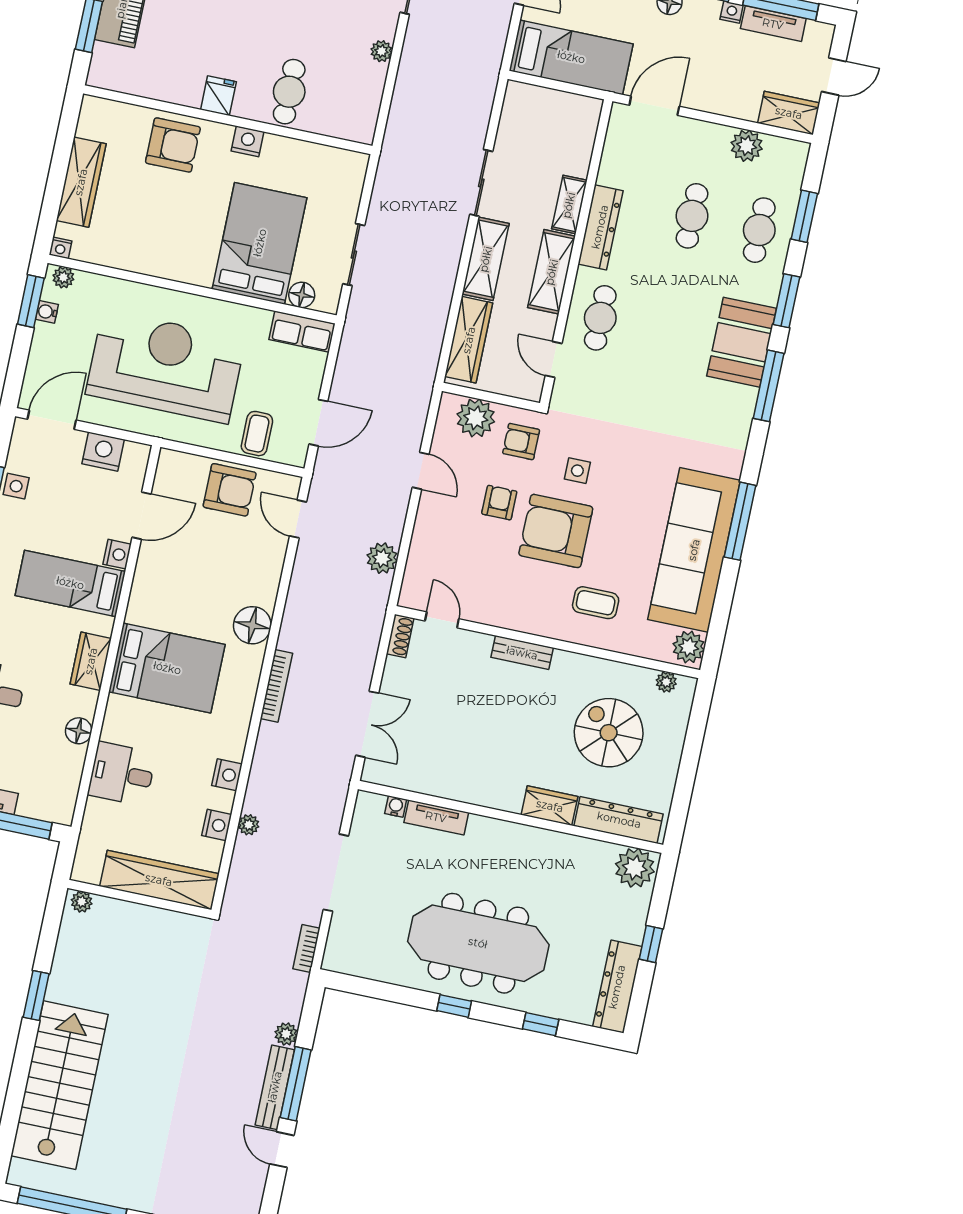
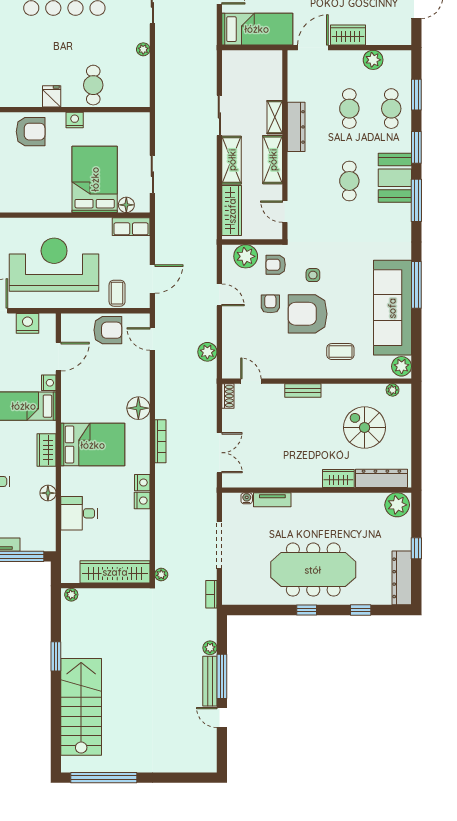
wardrobe: (789, 113) -> (348, 35), moved
cafe table: (600, 318) -> (349, 181), moved
nightstand: (217, 825) -> (142, 483), moved
plant: (249, 825) -> (161, 575), moved

